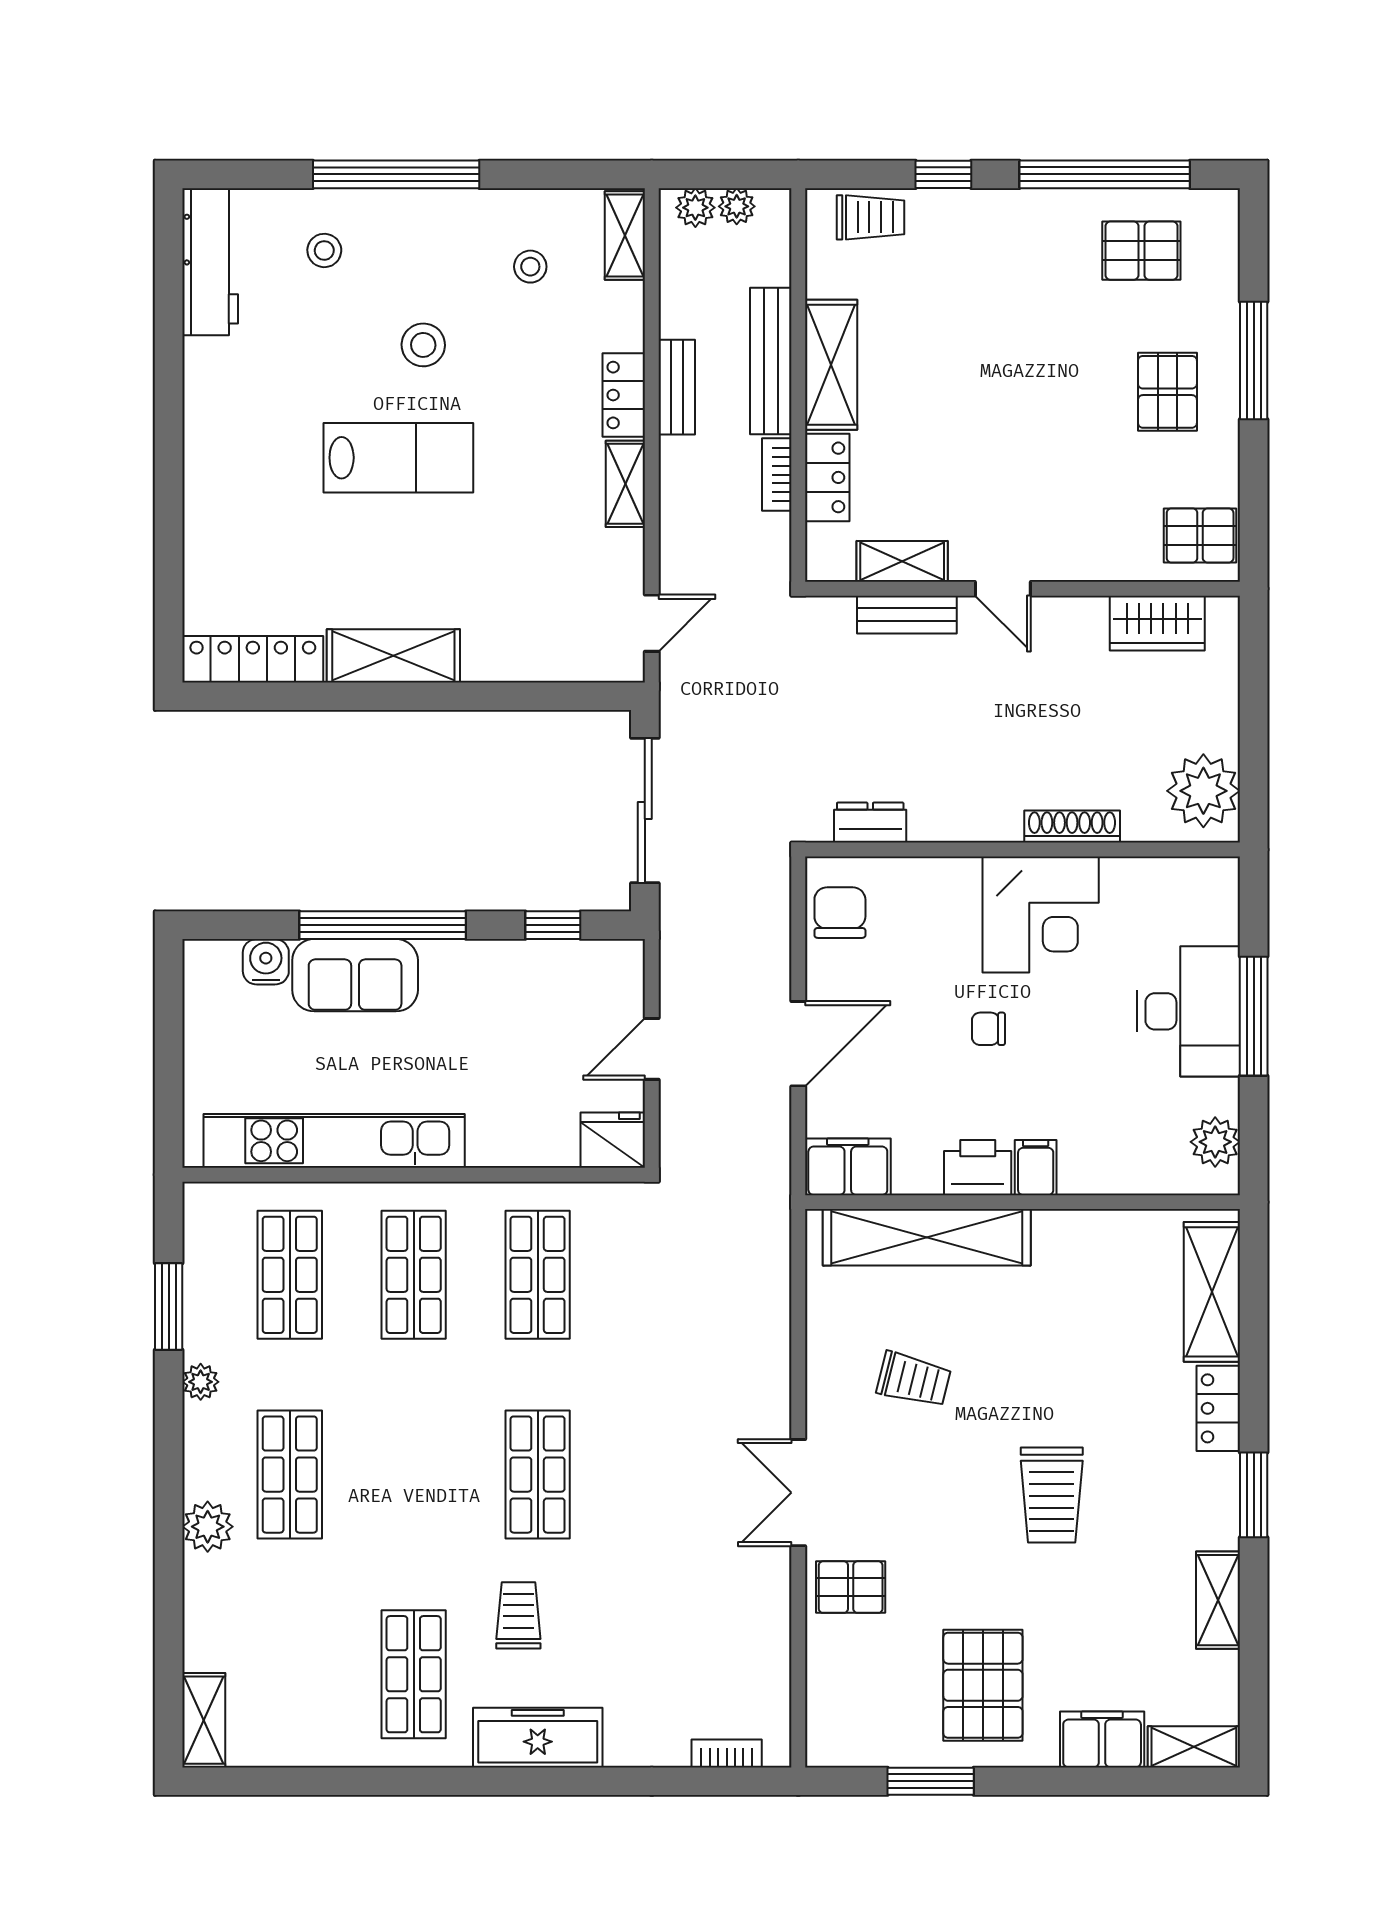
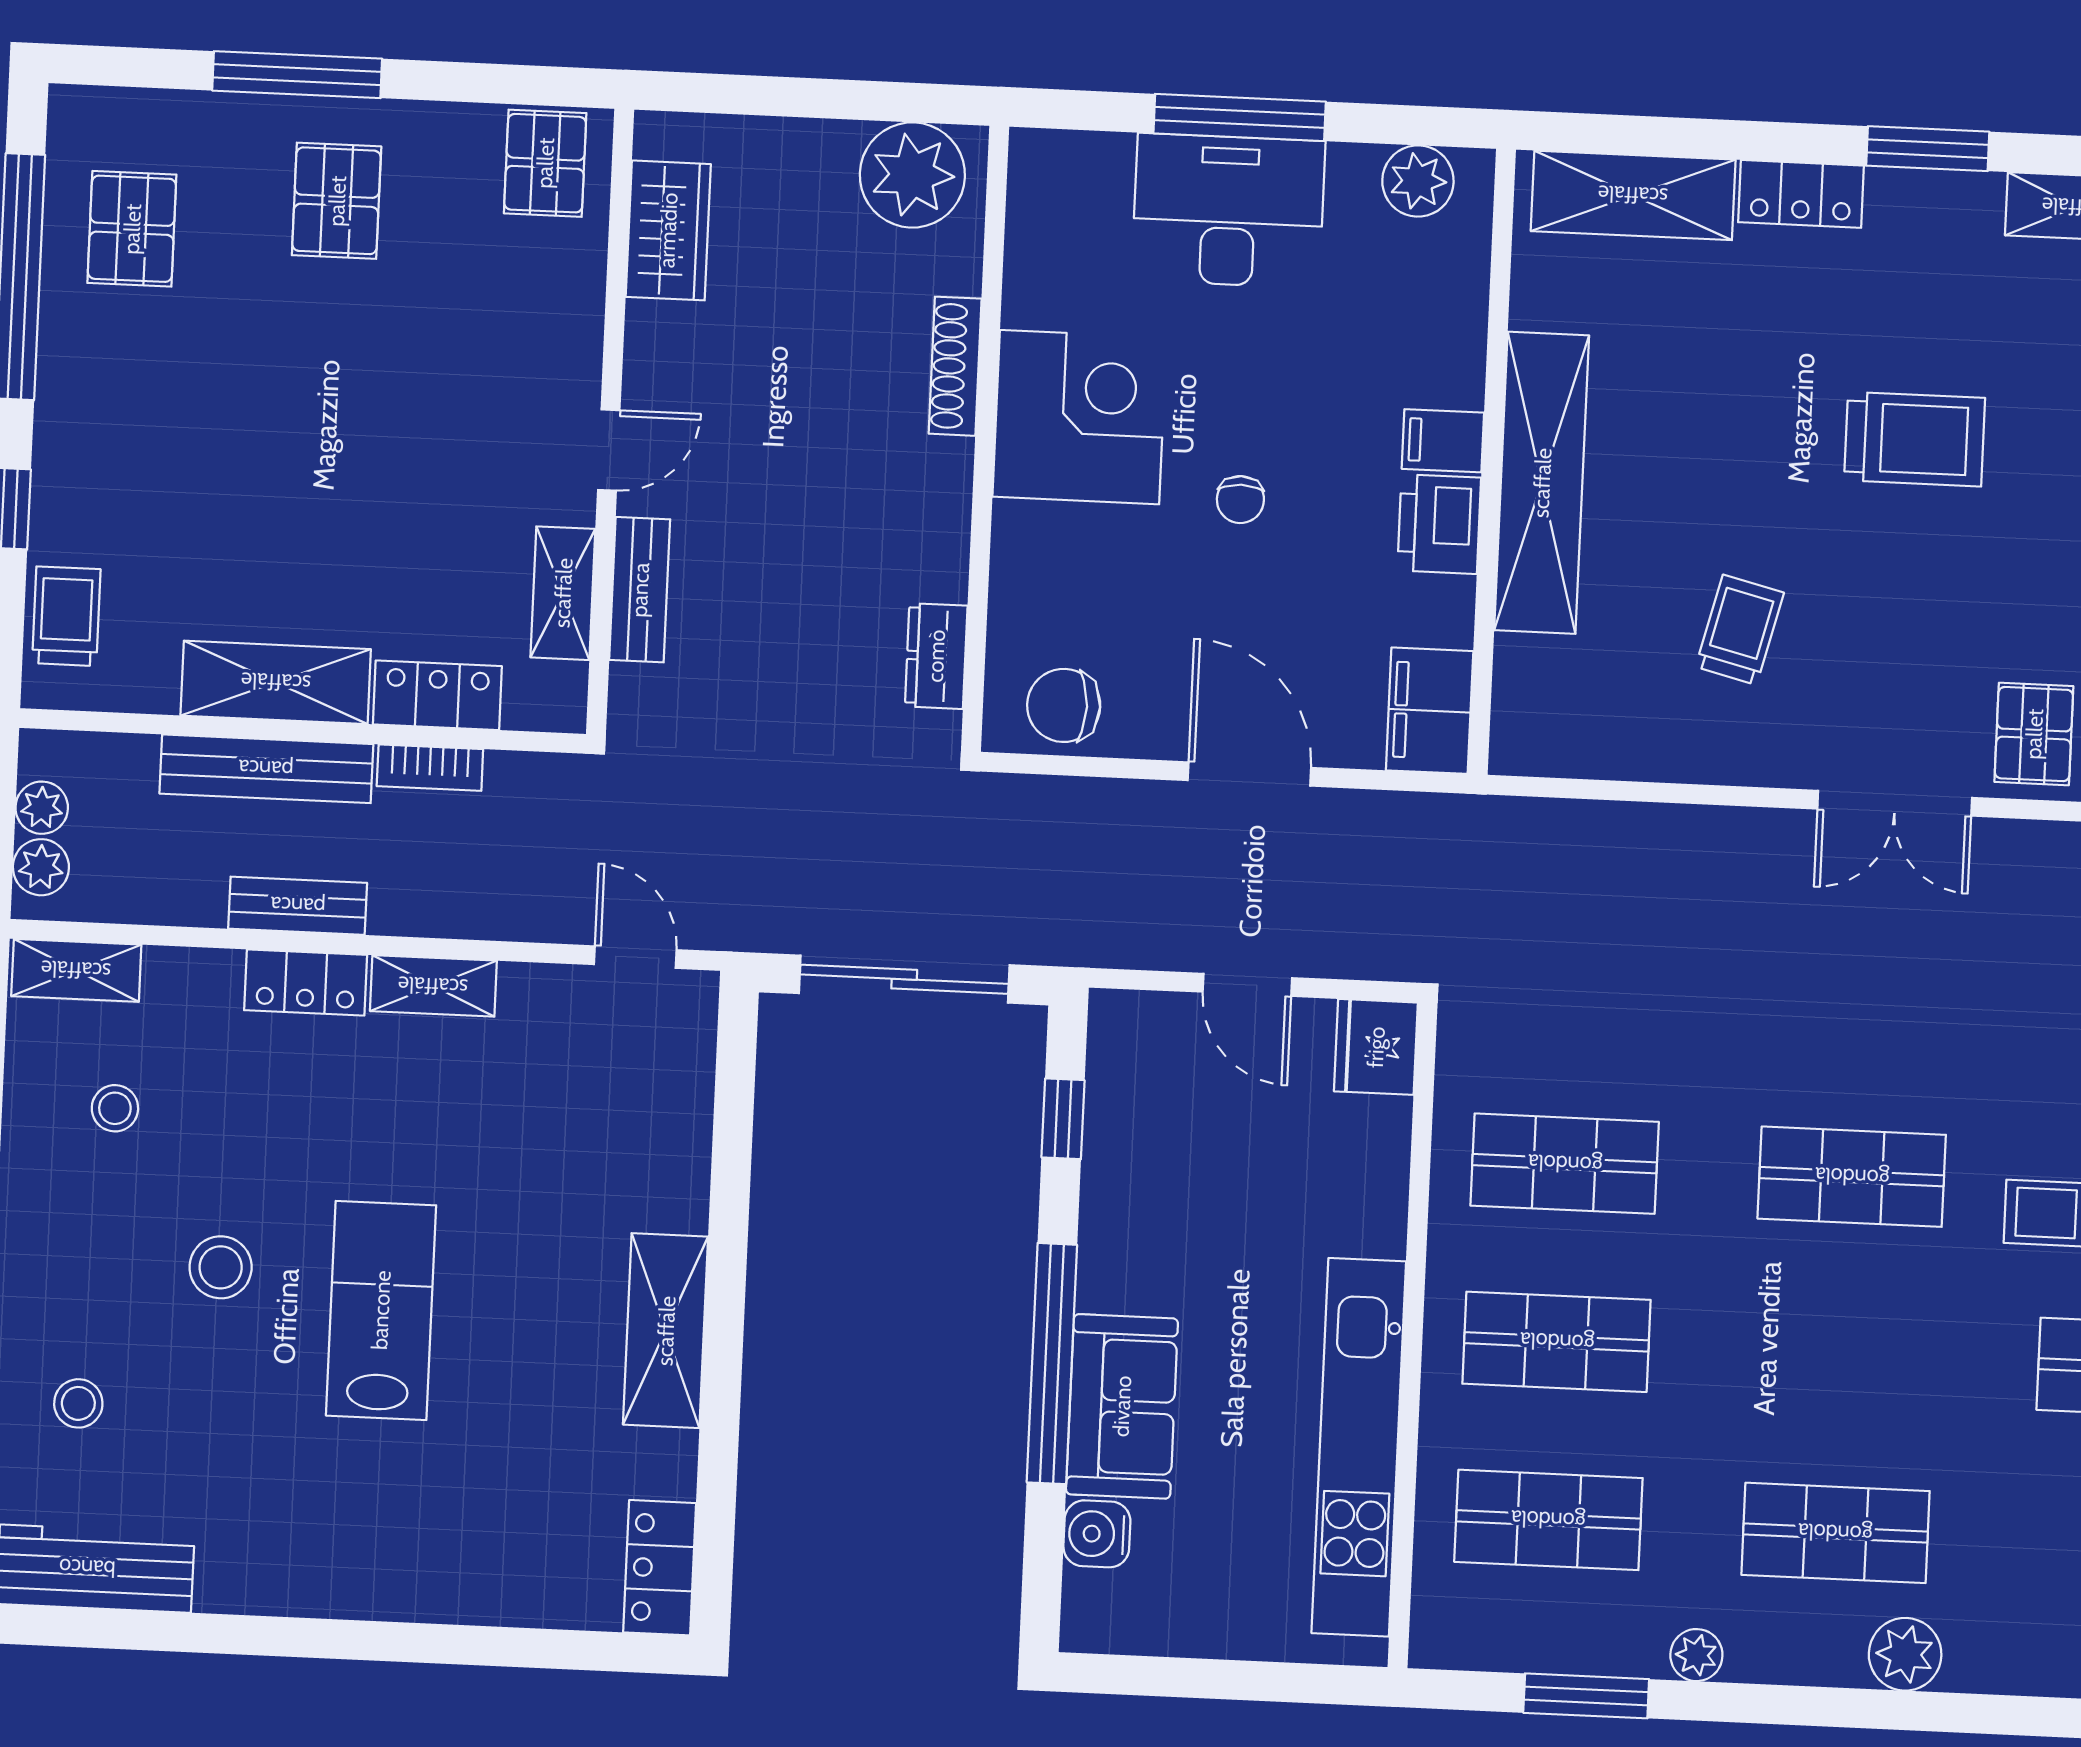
pallet: (1167, 392) -> (337, 201), turned 90
locker: (253, 659) -> (660, 1568), width x0.66
shelving: (927, 1237) -> (1542, 483), moved

